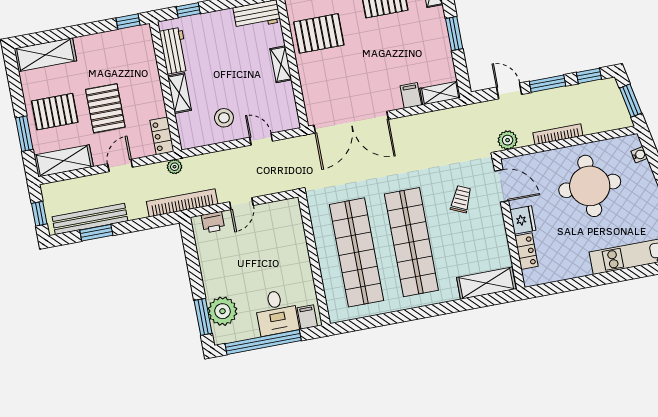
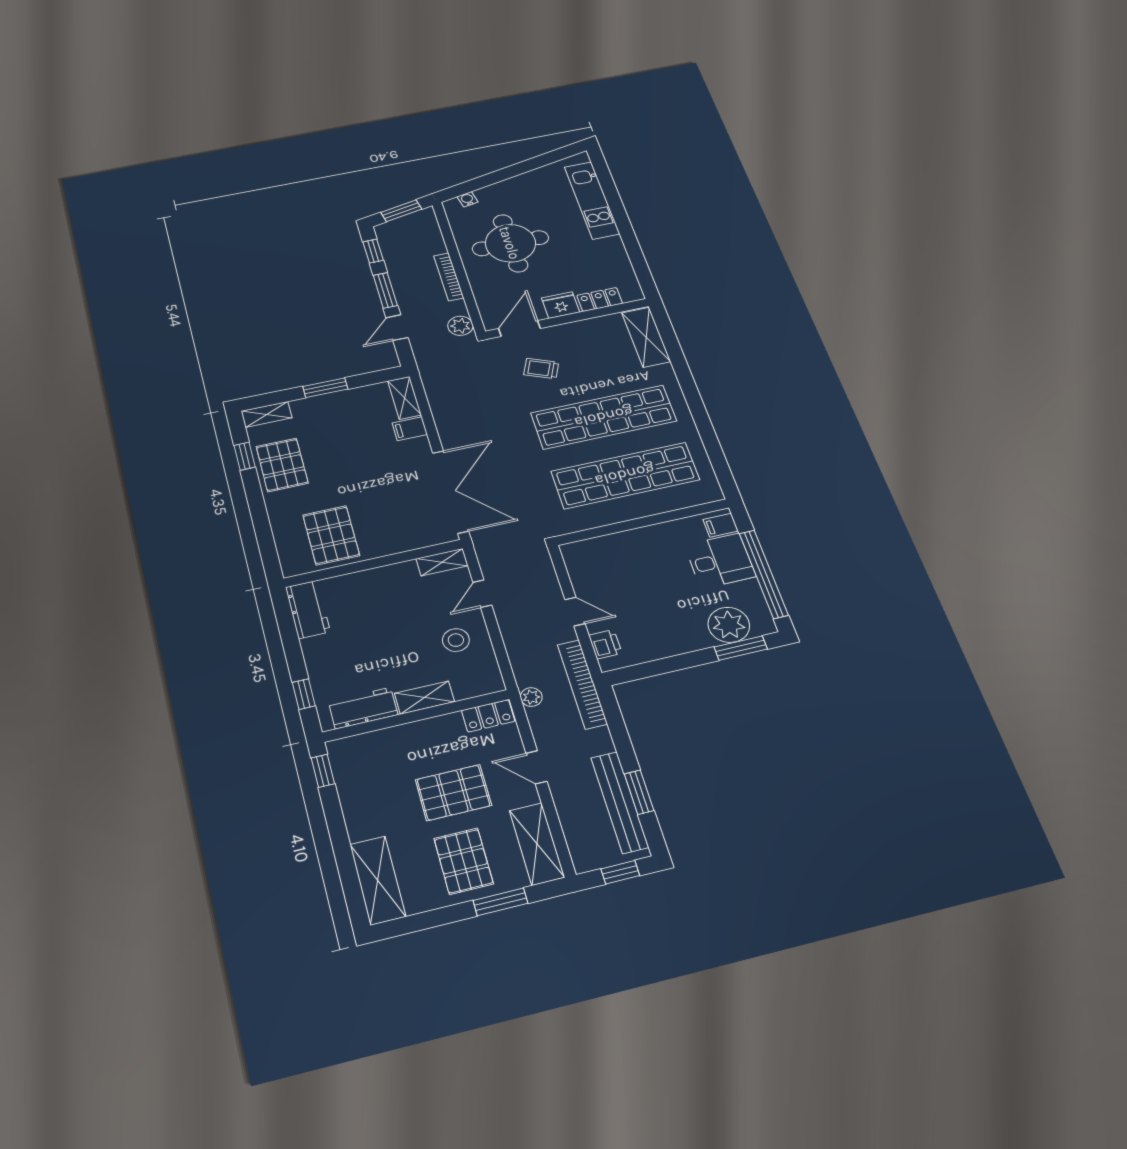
shelving: (281, 64) -> (442, 562), moved

